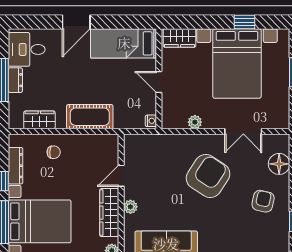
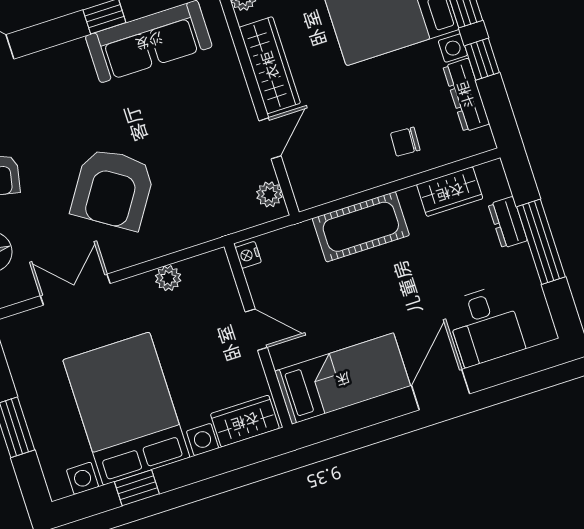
desk: (27, 49) -> (485, 326), moved, turned 90
dresser: (15, 80) -> (508, 222), moved
plant: (130, 207) -> (269, 194), moved

